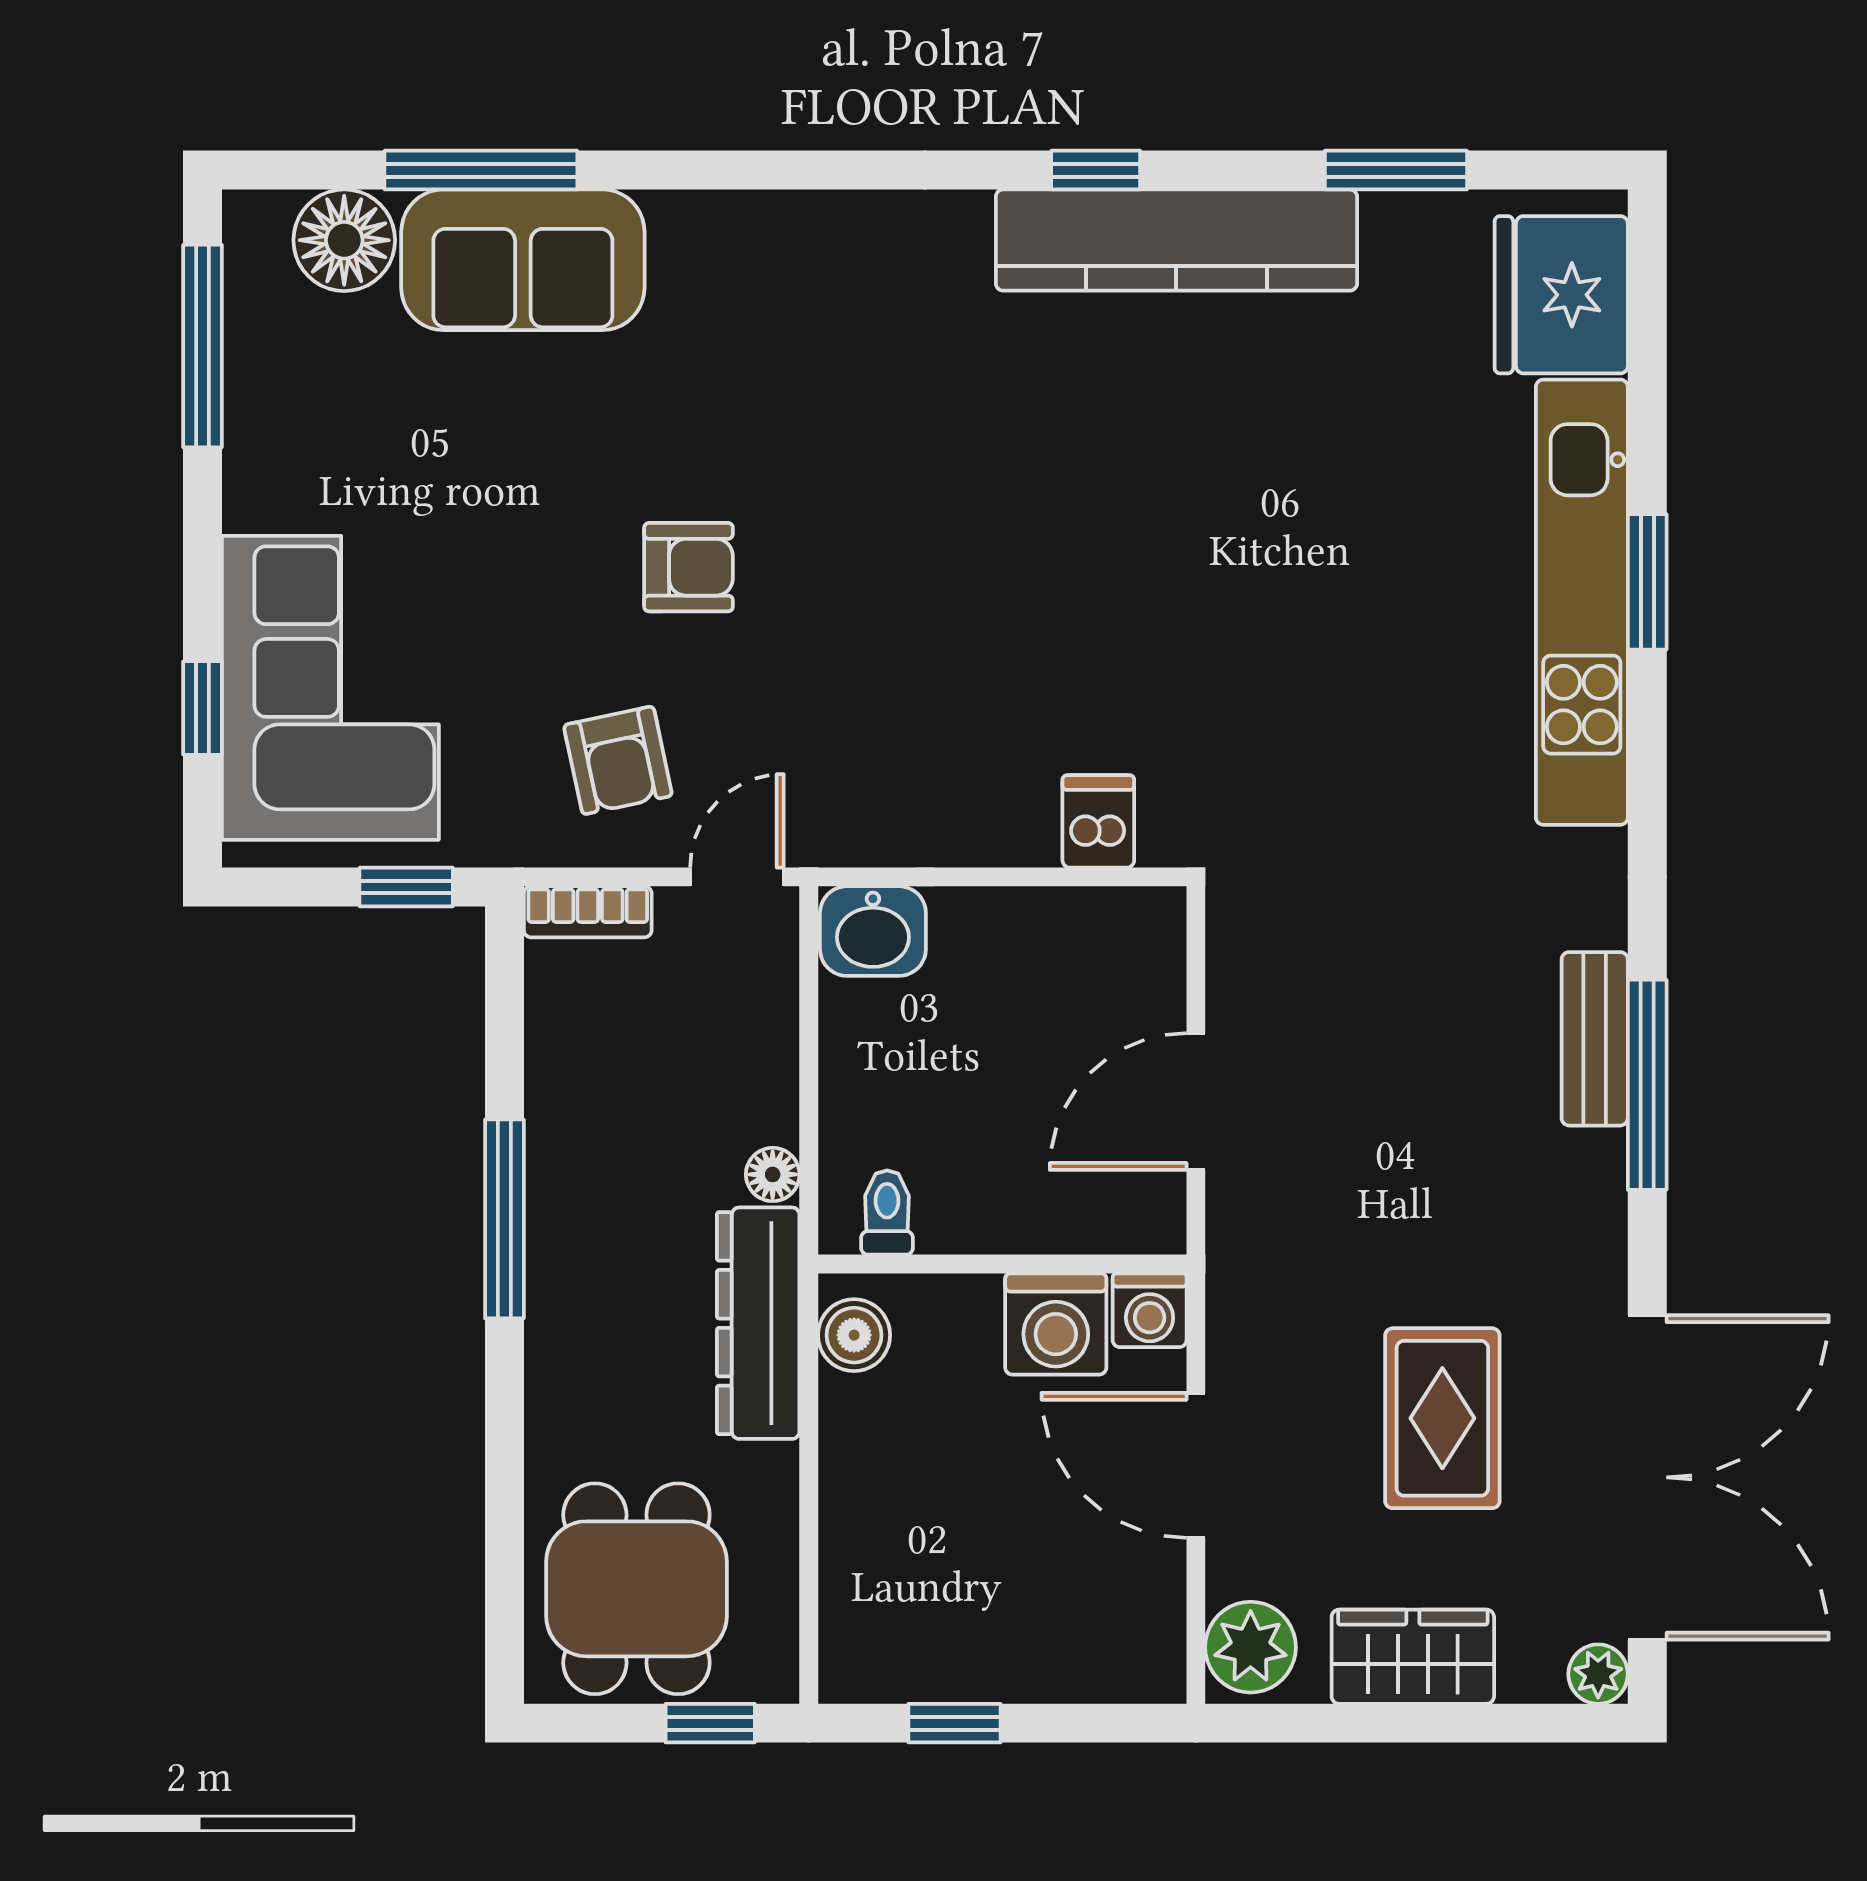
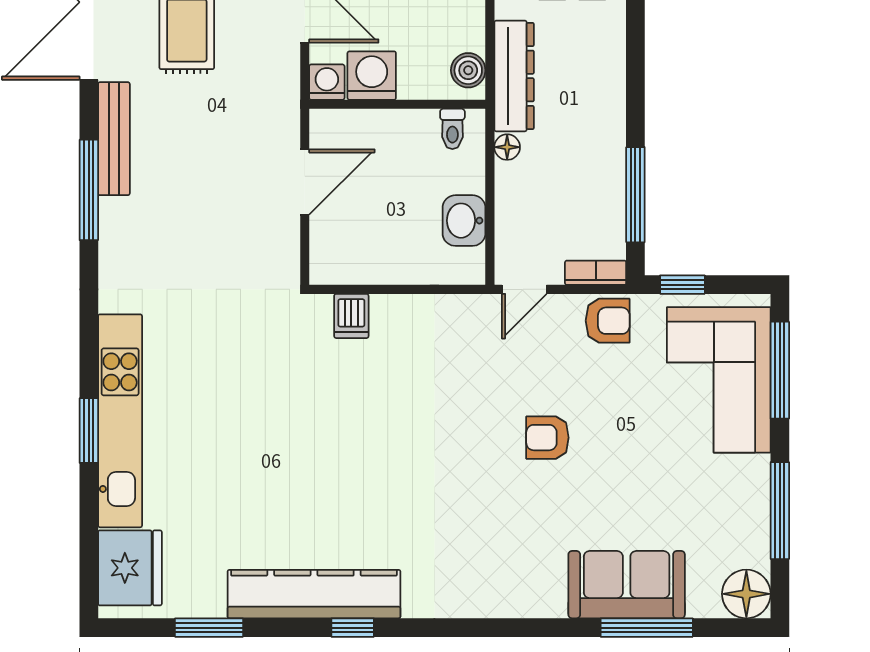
floor lamp: (344, 240) -> (746, 594), moved
window: (203, 346) -> (780, 511), moved
window: (203, 708) -> (780, 370), width x2.17
armchair: (618, 760) -> (608, 321), moved, turned 102
washbasin: (873, 931) -> (464, 221), moved, turned -90
bench: (1595, 1039) -> (114, 139), moved, width x1.36
window: (504, 1219) -> (635, 195), moved

